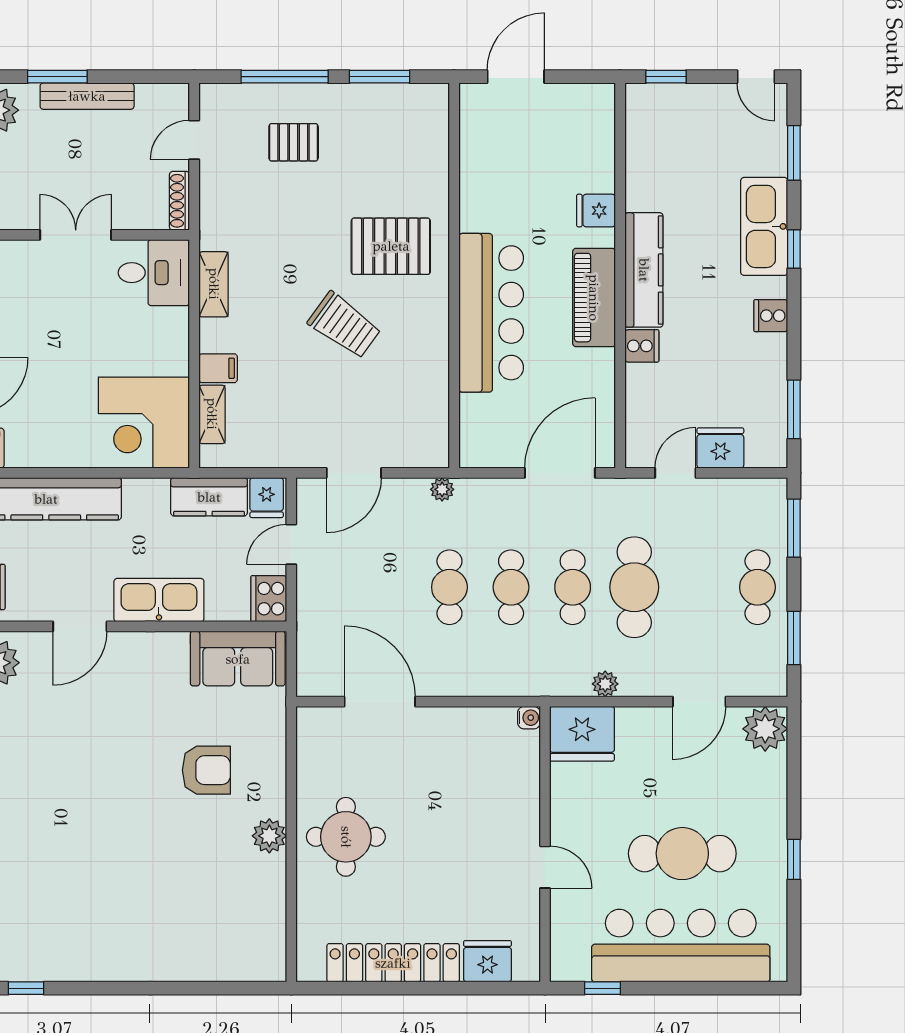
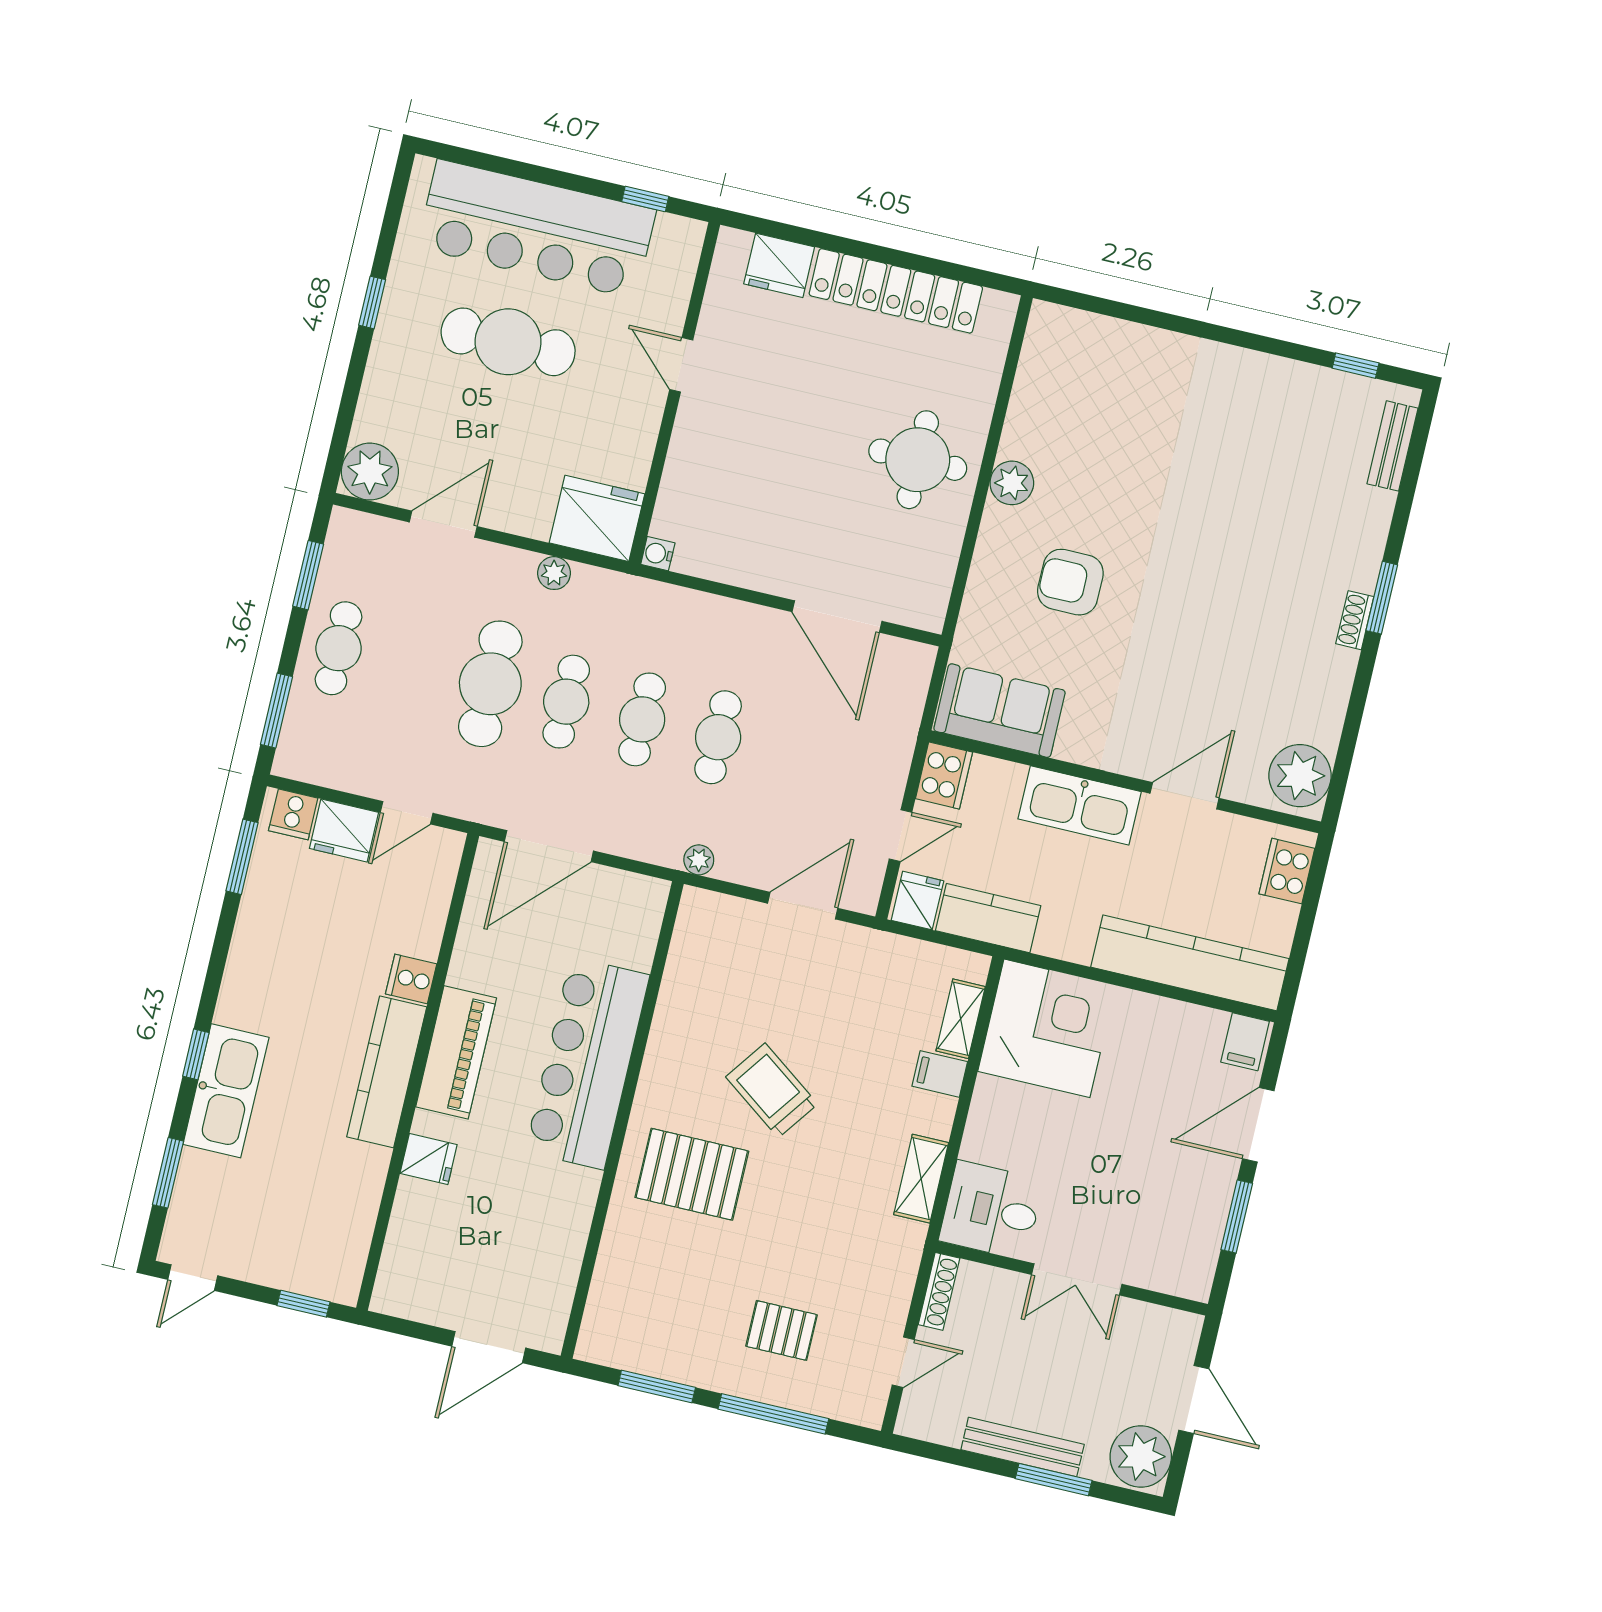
door: (756, 77) -> (193, 1278), swing flipped
cooker: (771, 316) -> (293, 814), moved, turned 90

